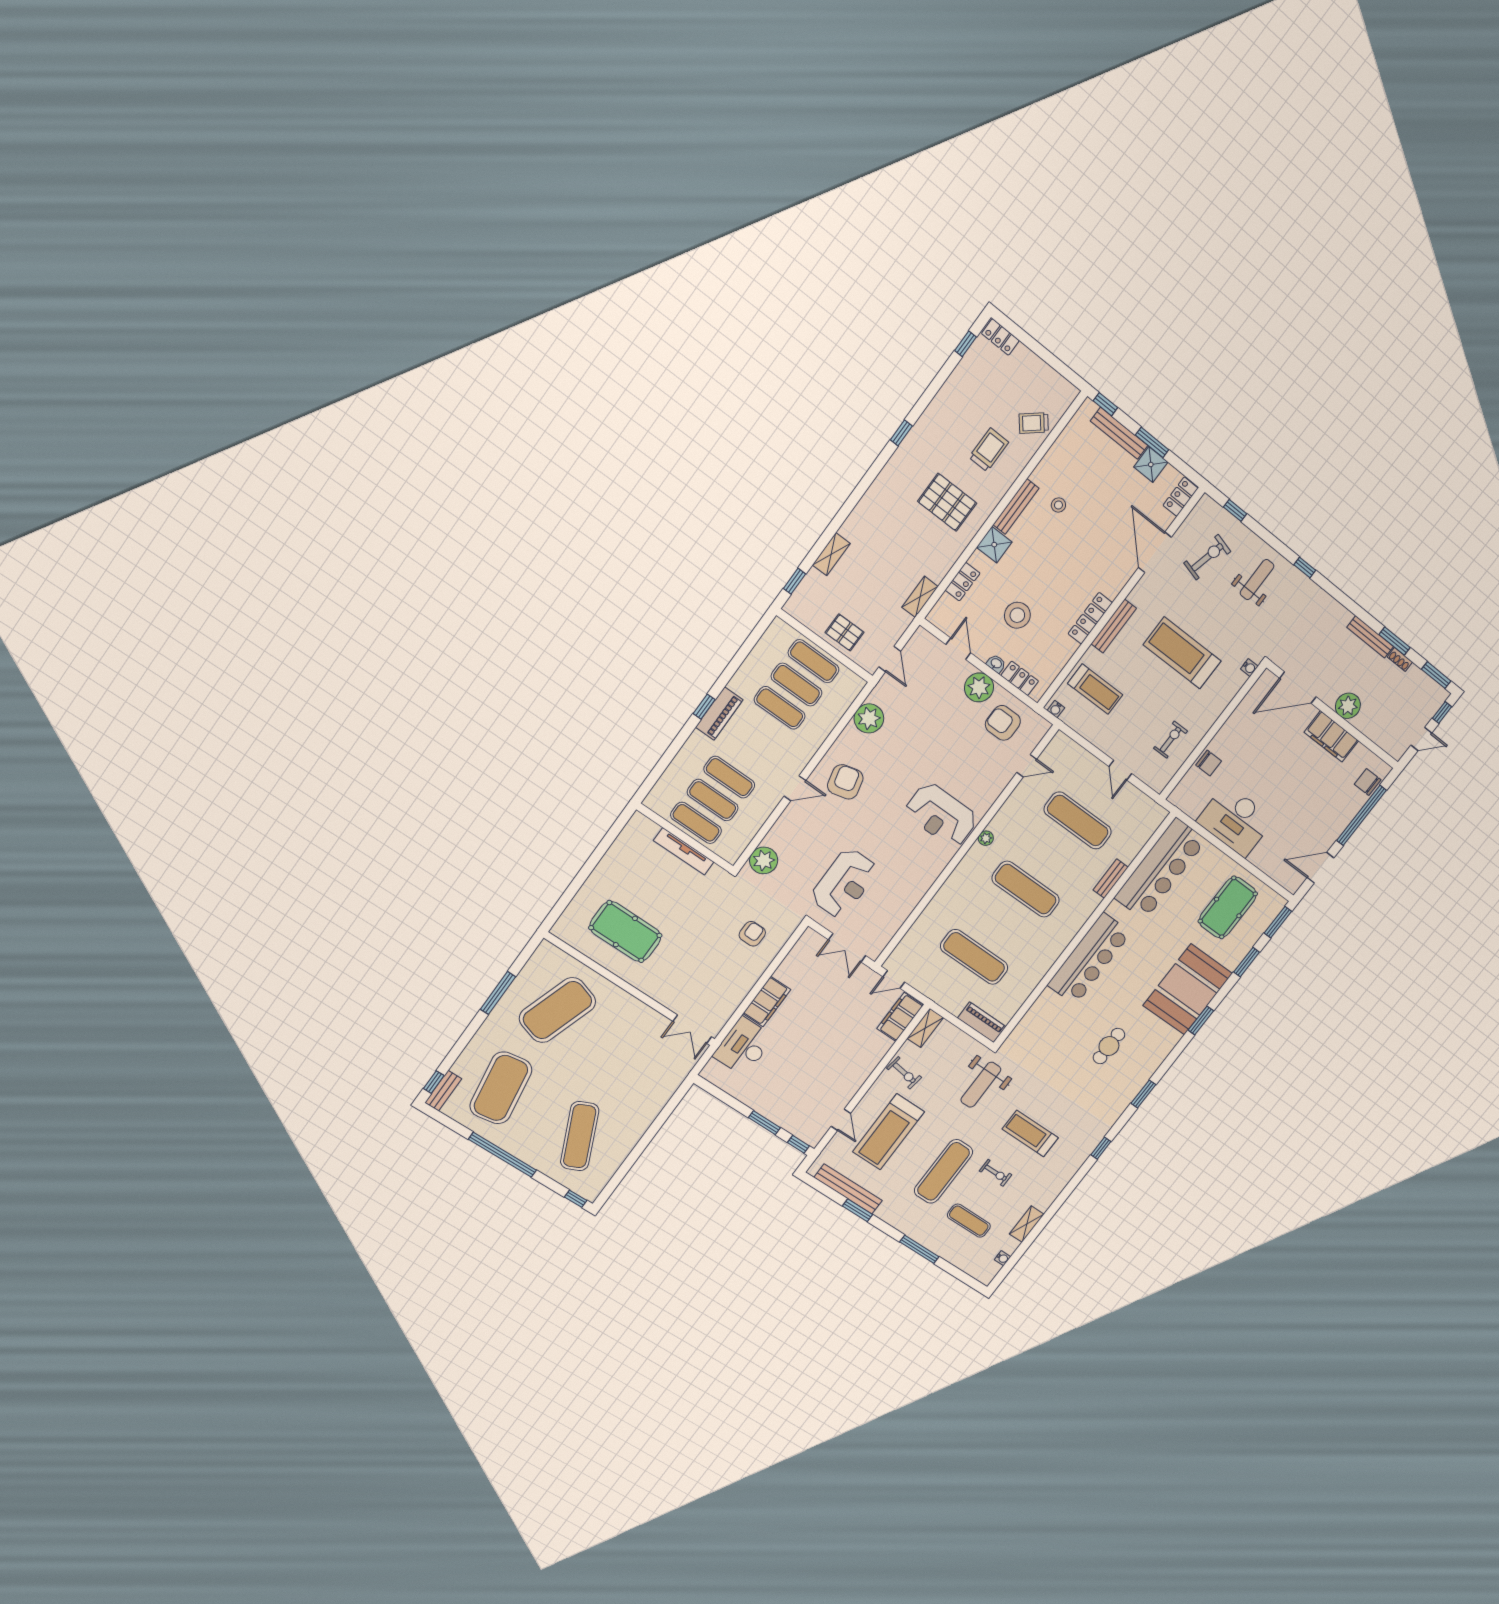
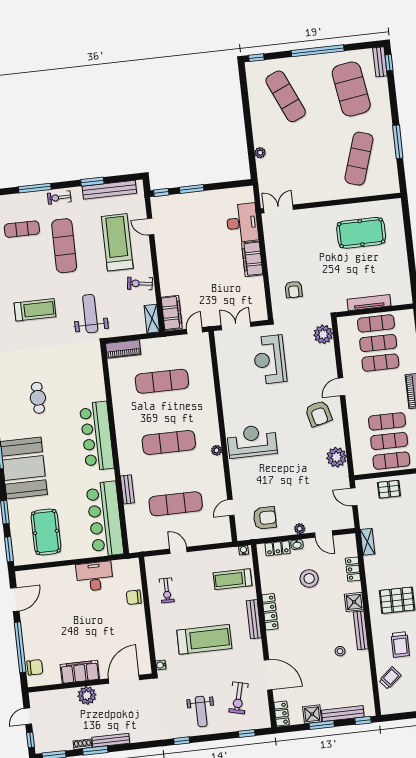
plant: (979, 687) -> (300, 529), width x0.53, depth x0.53
desk: (1235, 820) -> (95, 576), width x0.73, depth x0.77
exercise mat: (557, 1010) -> (359, 159), width x0.68
plant: (659, 1101) -> (260, 153), added
exercise bike: (996, 1173) -> (59, 198), moved

